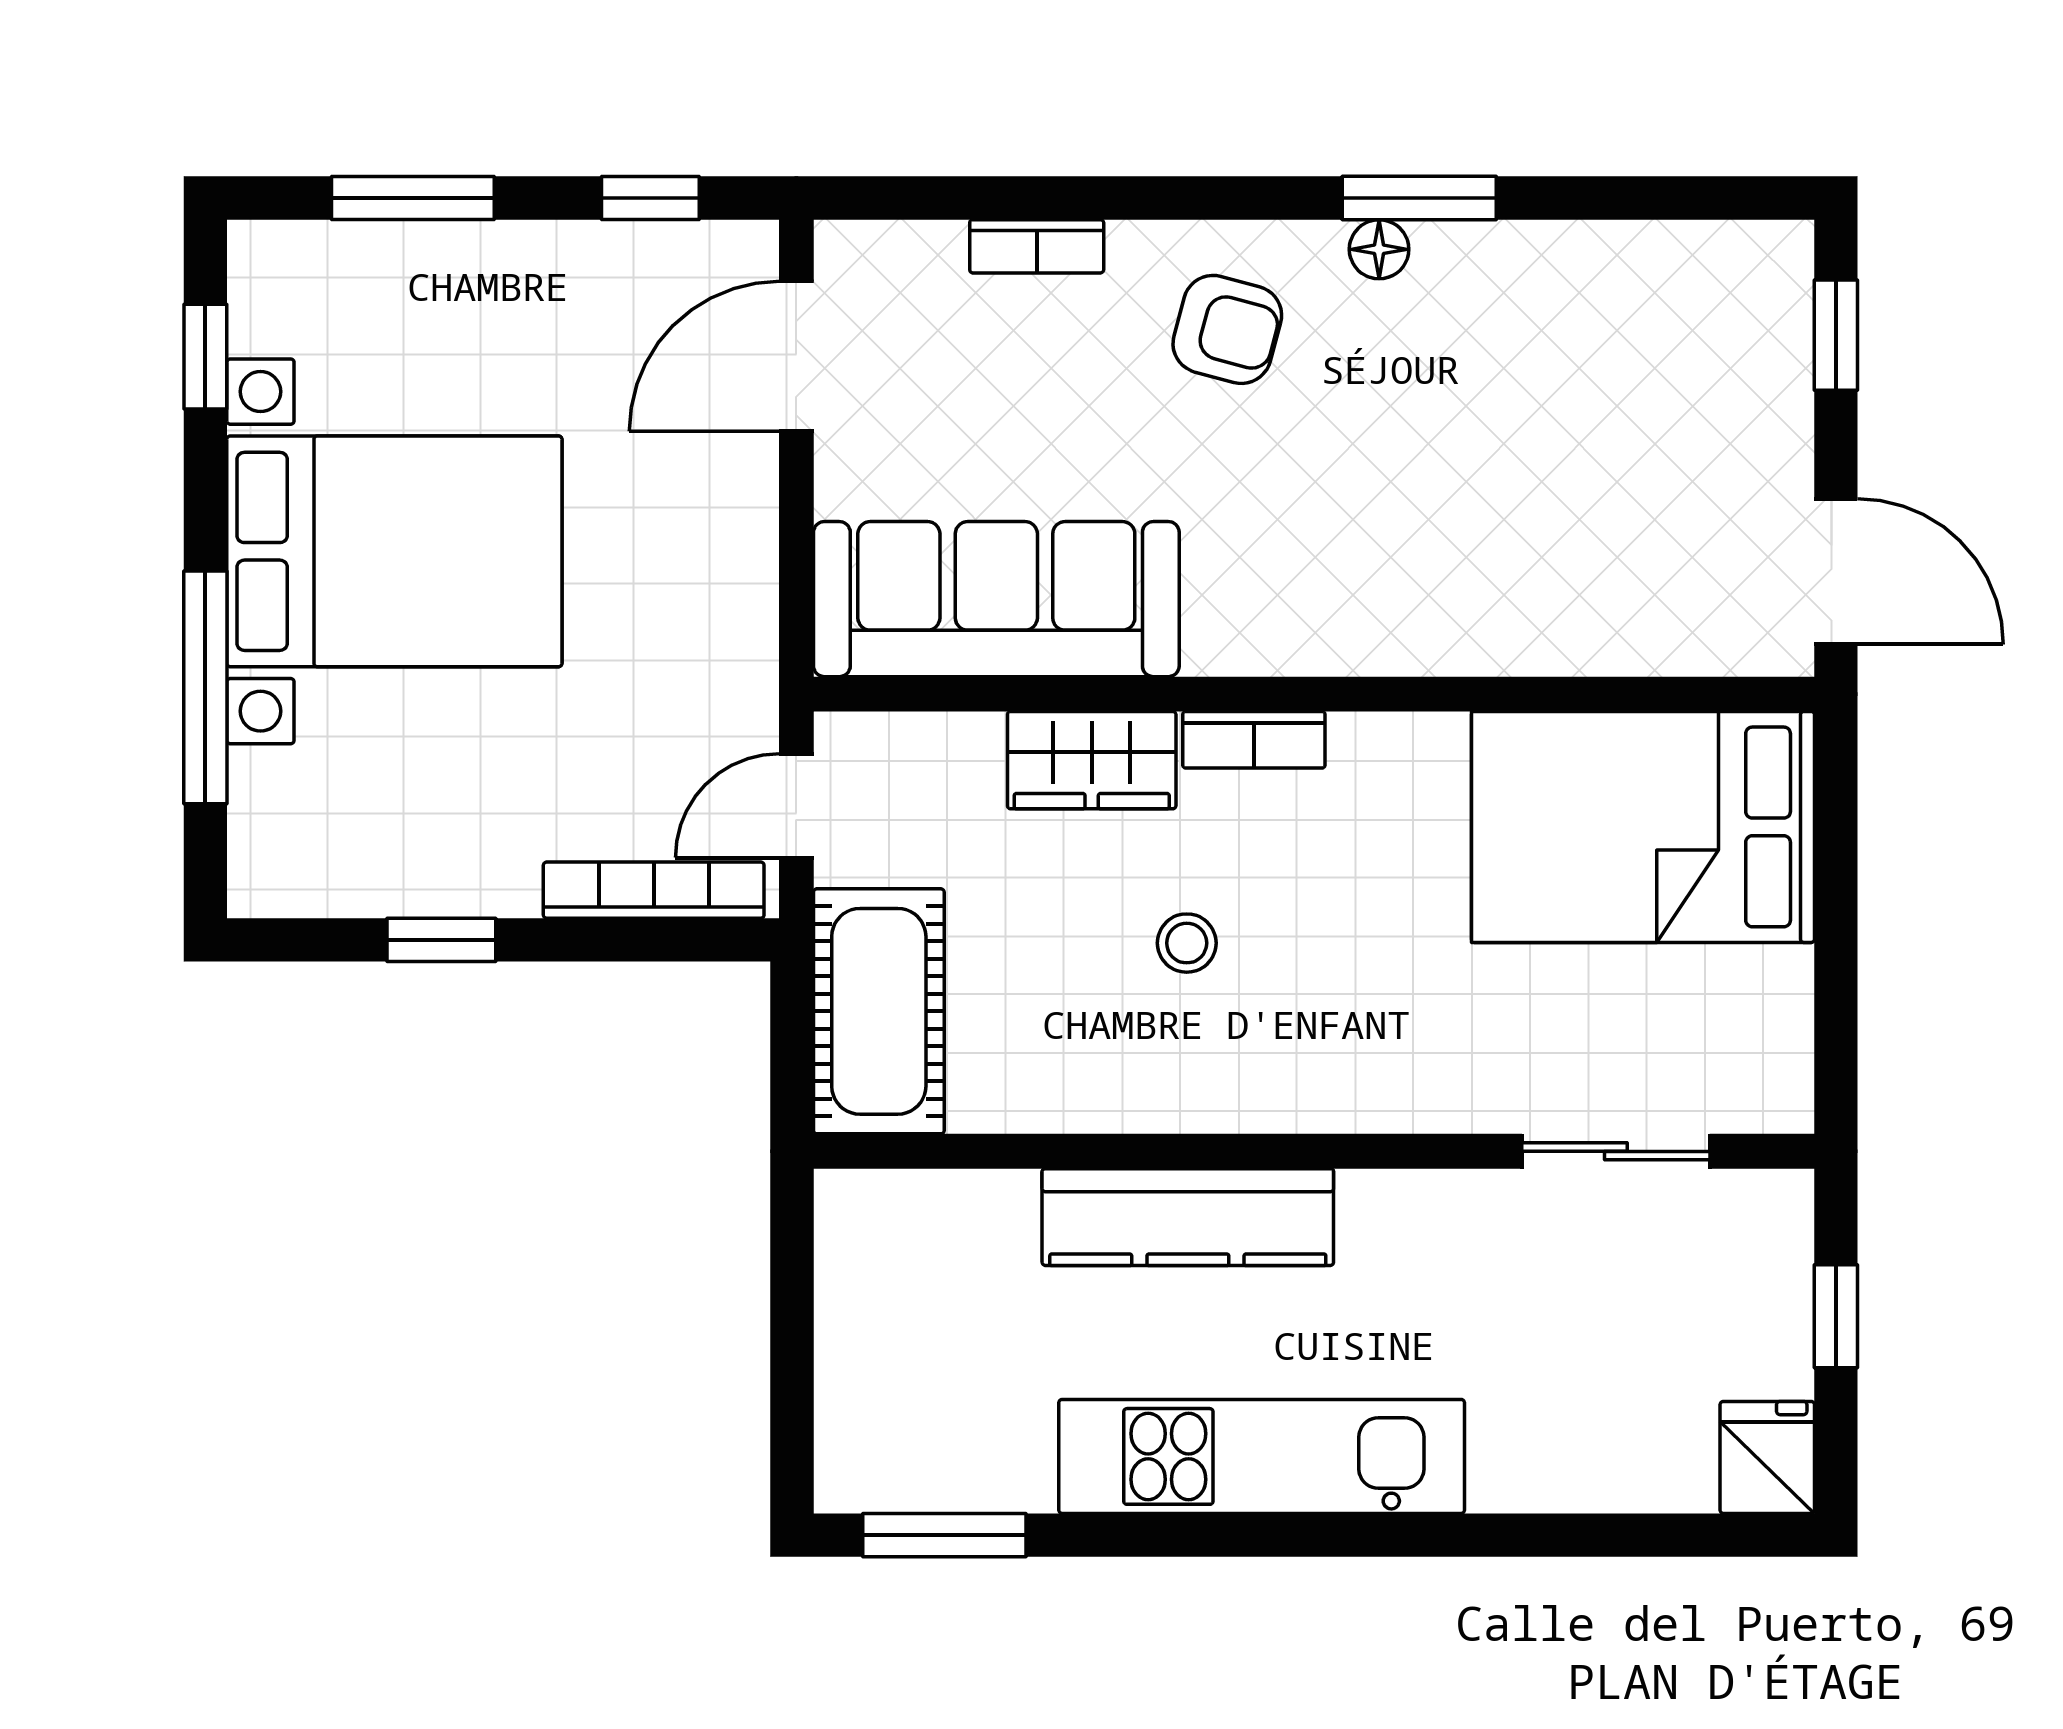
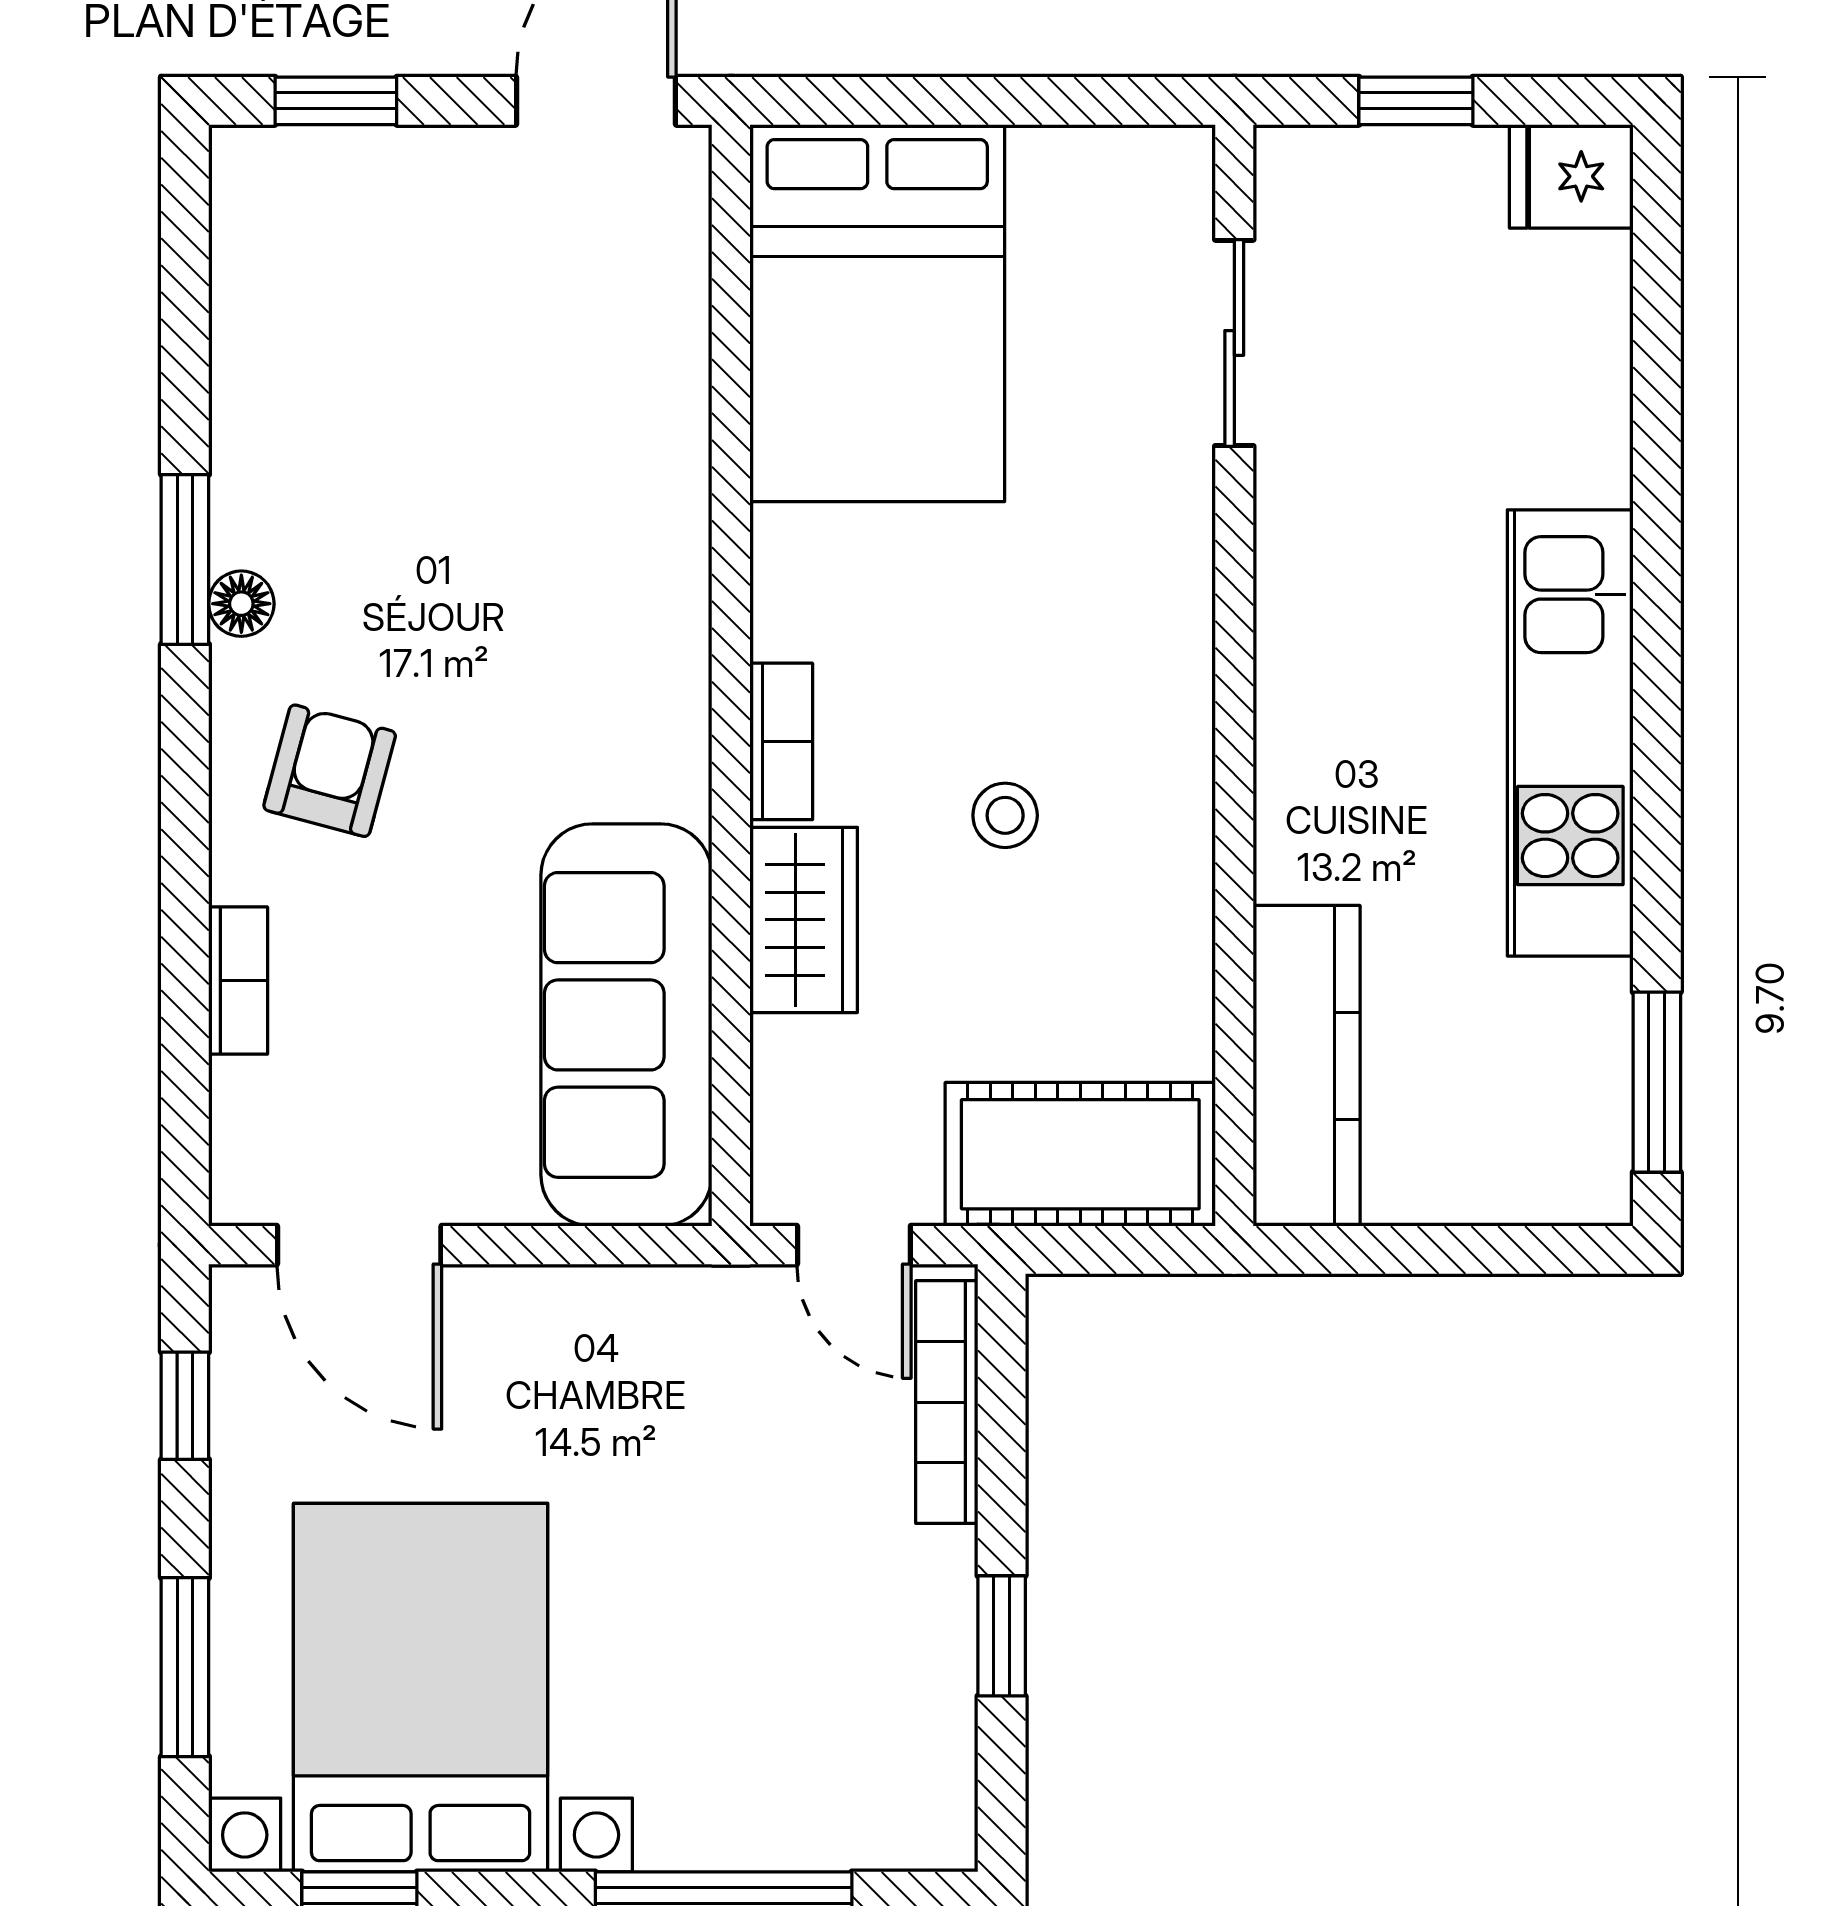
bed with nightstands: (394, 551) -> (421, 1688), moved
kitchen counter: (1188, 1217) -> (1307, 1066), moved

